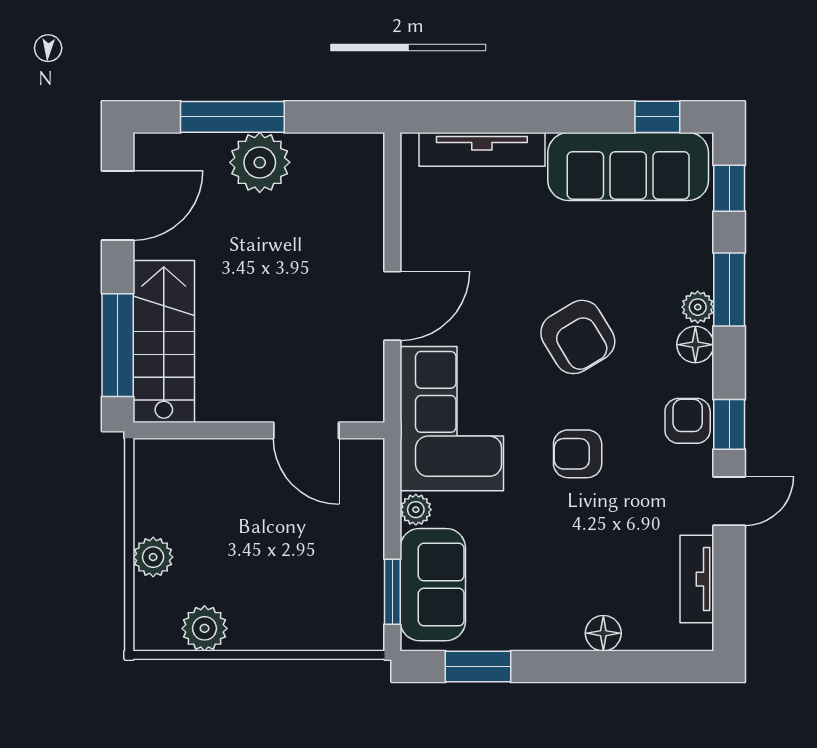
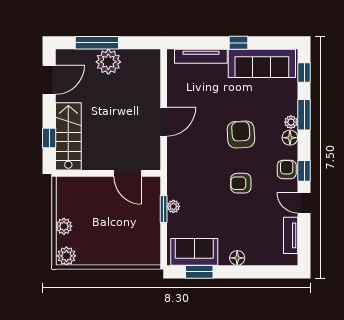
window: (657, 117) -> (238, 43), moved
armchair: (578, 337) -> (241, 135), turned -152
window: (118, 345) -> (49, 138), width x0.46
corner sofa: (452, 419) -> (188, 169), removed
door: (729, 501) -> (304, 203), swing flipped
sofa: (433, 585) -> (194, 252), moved, turned -90
window: (392, 592) -> (164, 209), moved
plant: (204, 628) -> (66, 256), moved
floor lamp: (603, 633) -> (237, 258), moved

